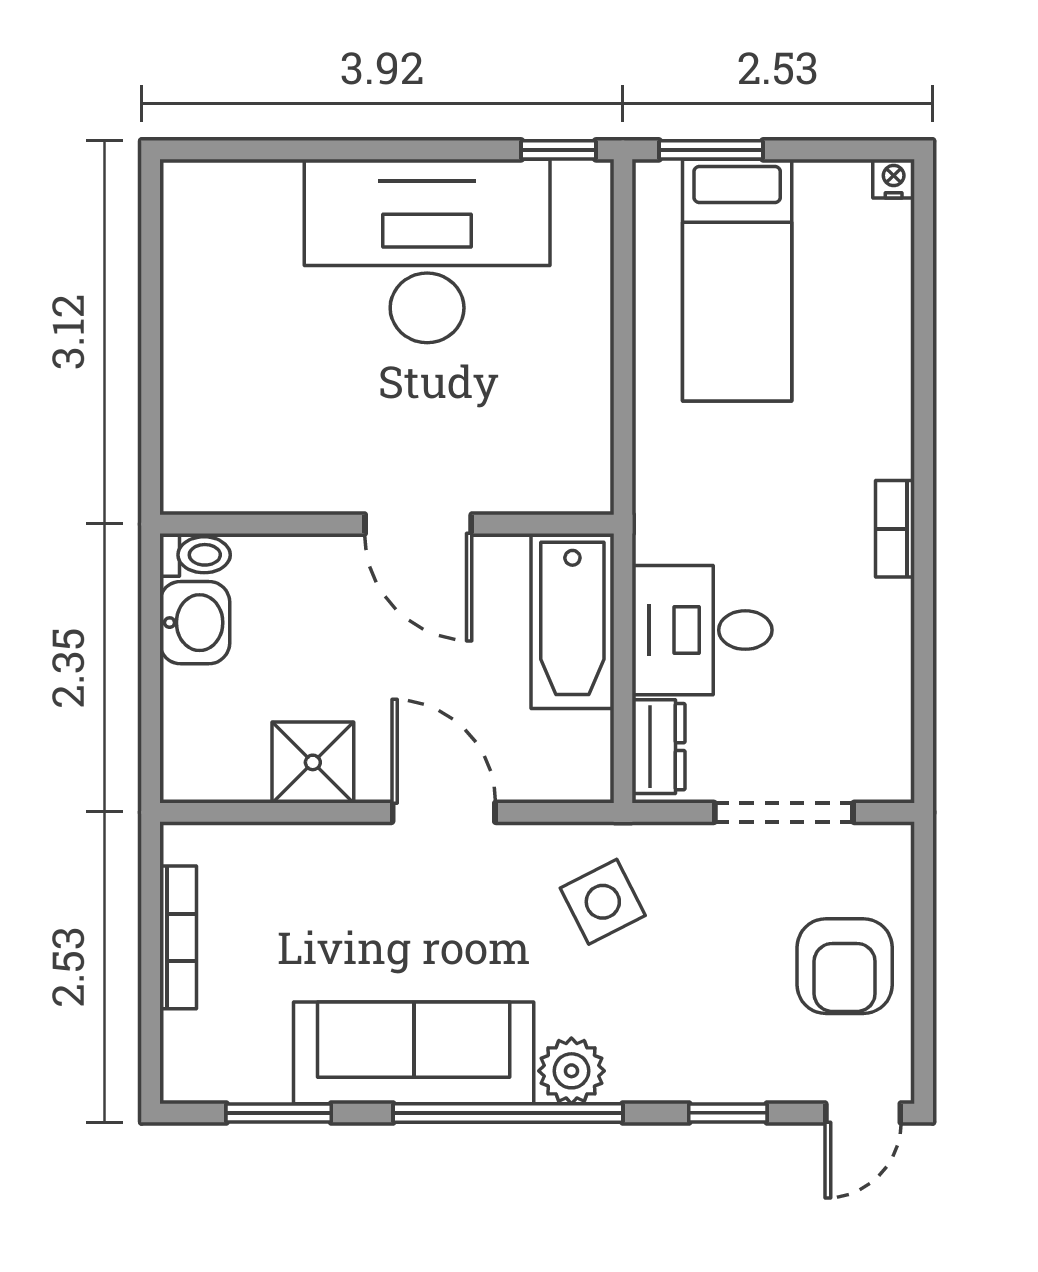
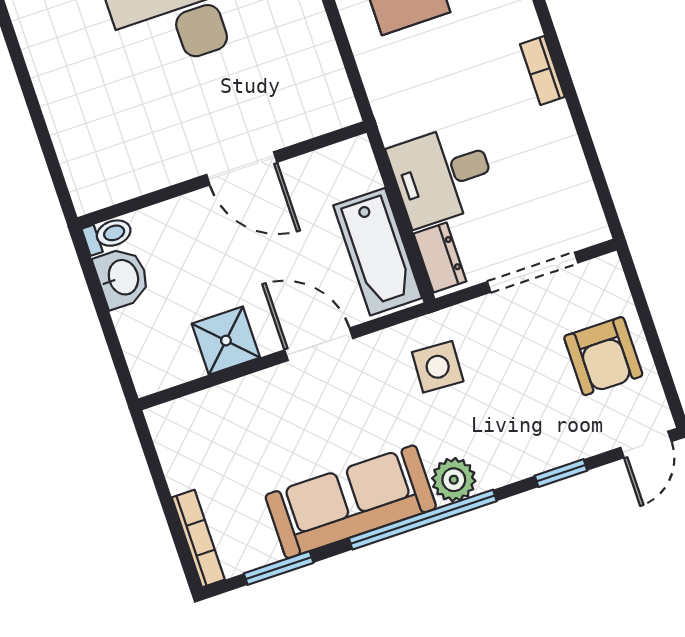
bathtub: (572, 621) -> (378, 252), moved
side table: (603, 902) -> (438, 367), turned 30
bookcase: (178, 937) -> (198, 539), moved

